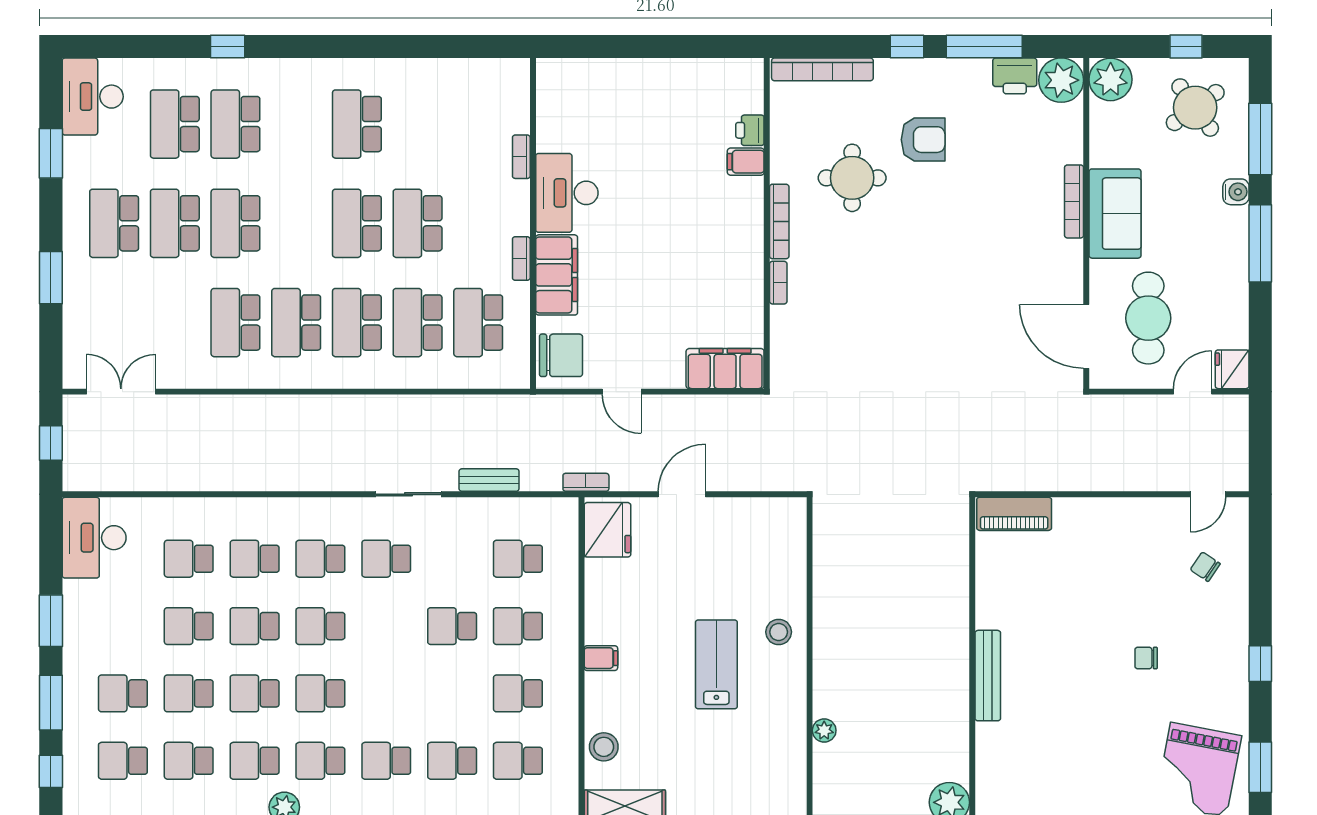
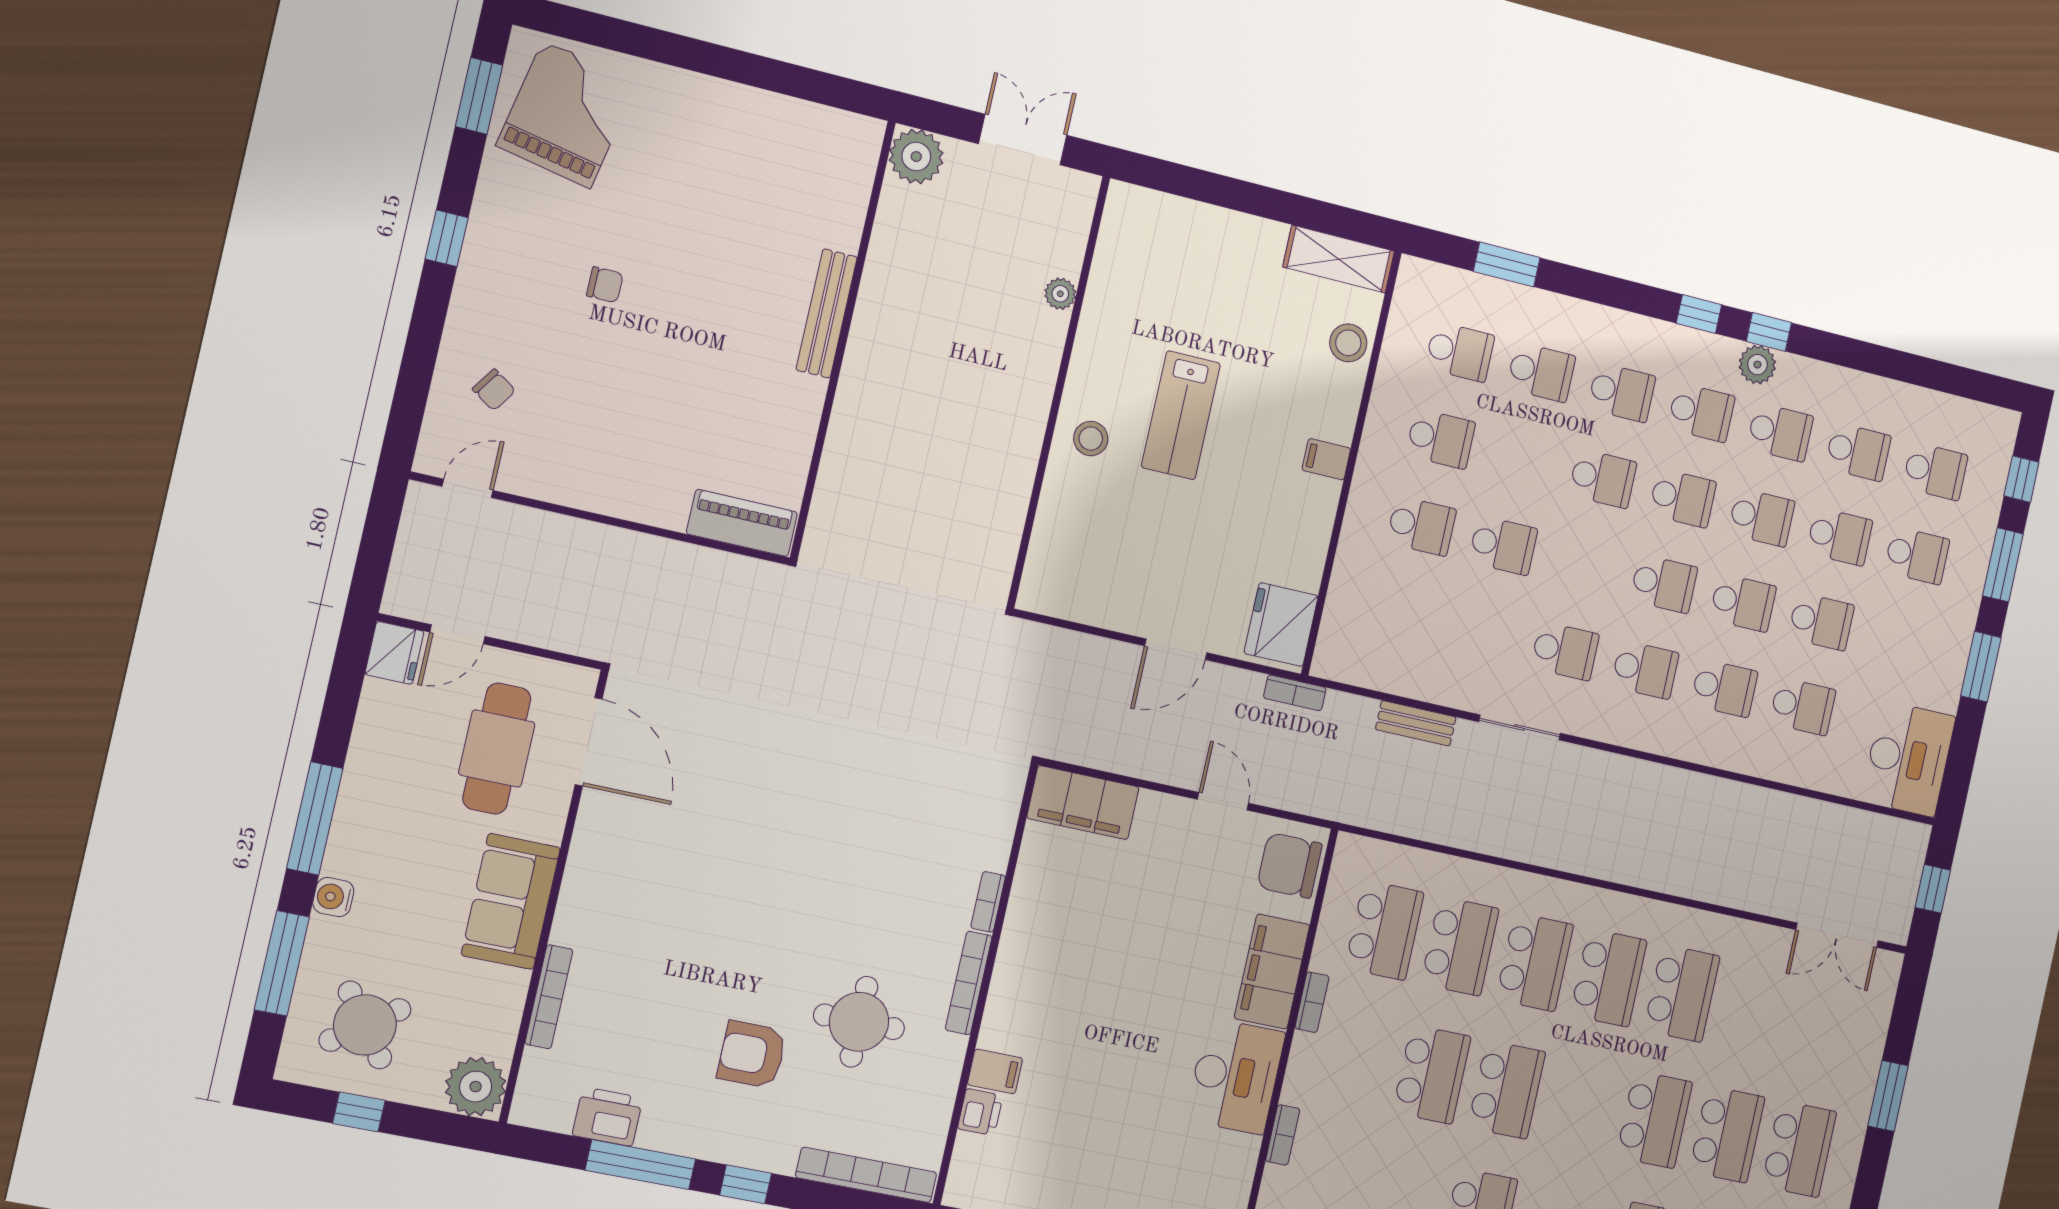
plant: (1061, 80) -> (545, 1099), removed
bookcase: (1074, 201) -> (549, 997), moved
school desk: (518, 559) -> (1603, 479), moved

